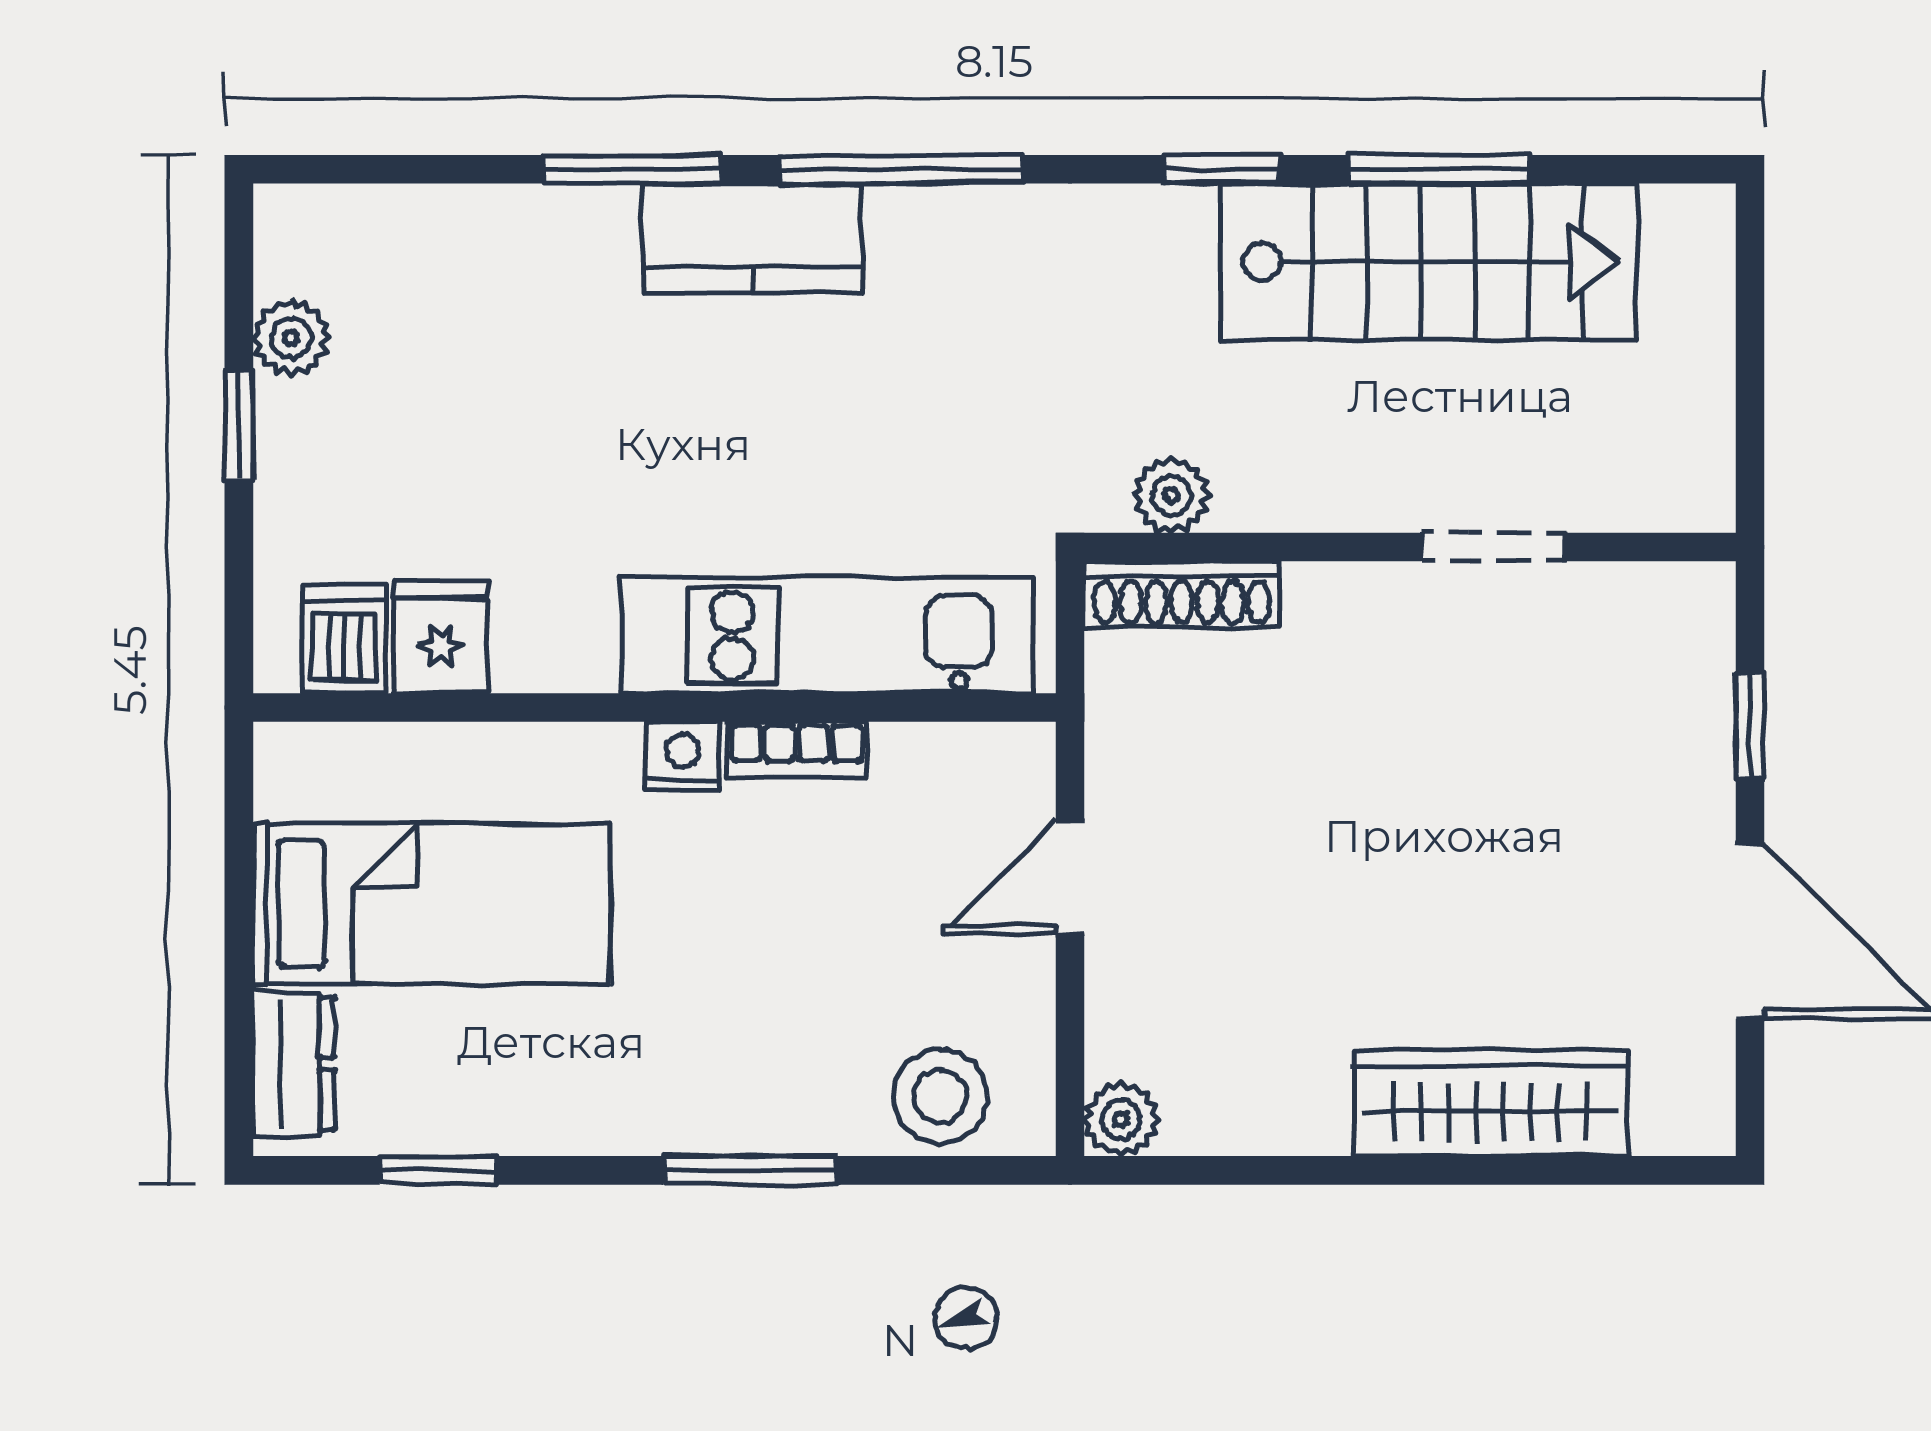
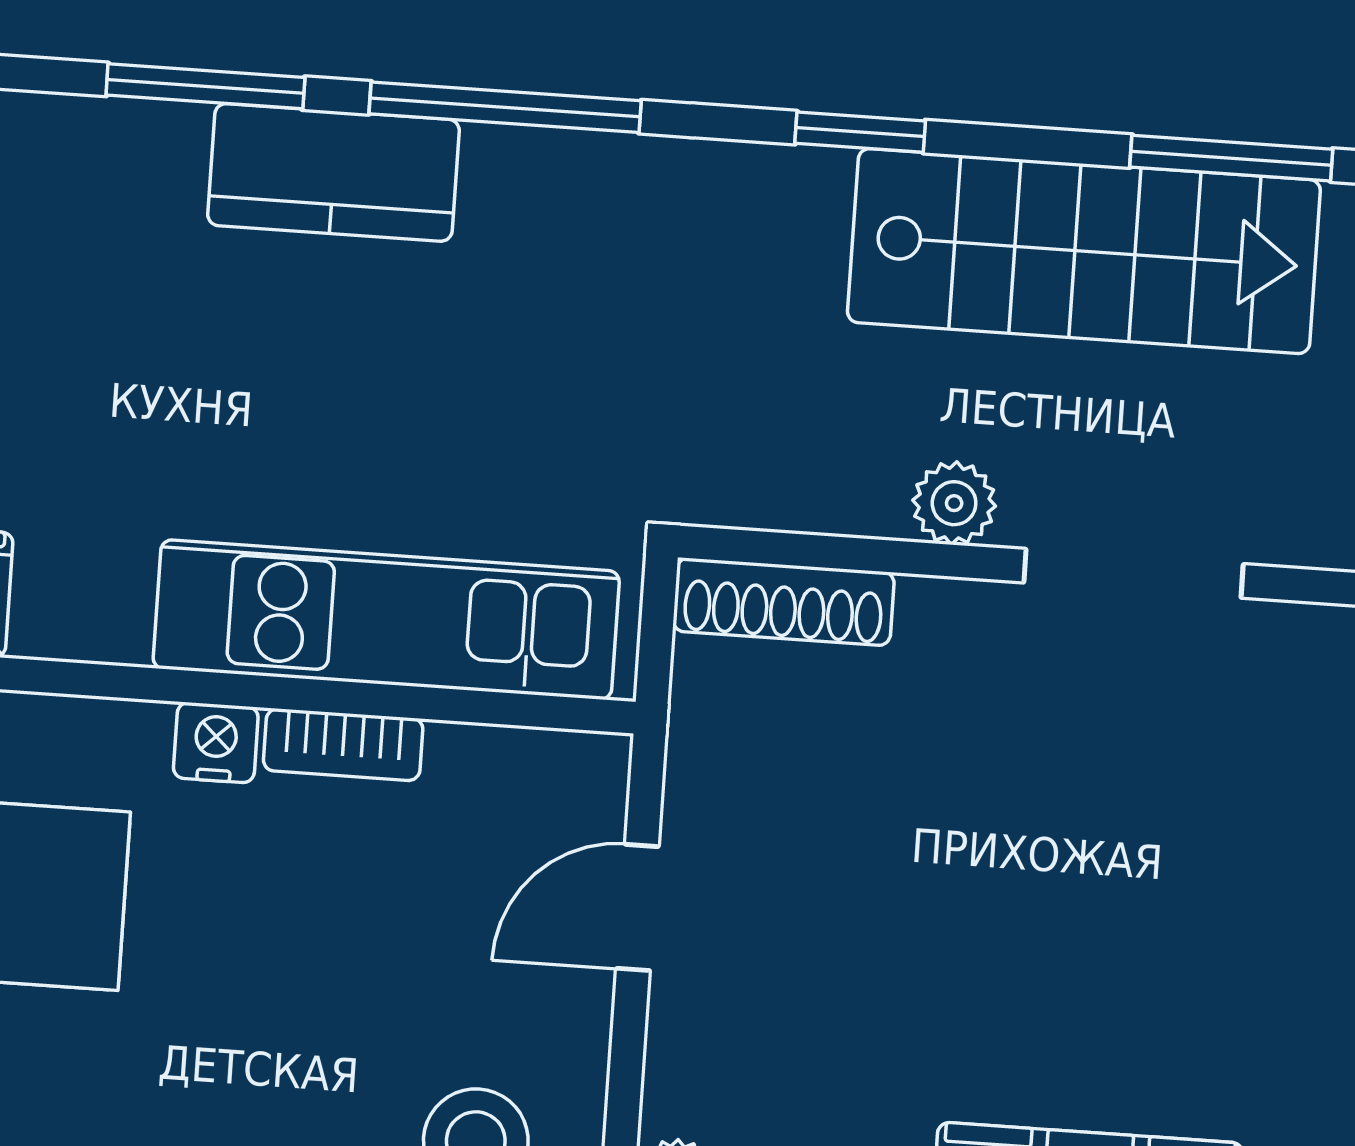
window: (1439, 169) -> (1231, 158), moved
plant: (1171, 495) -> (954, 503), moved
doorway: (1493, 547) -> (1133, 573), width x1.38

